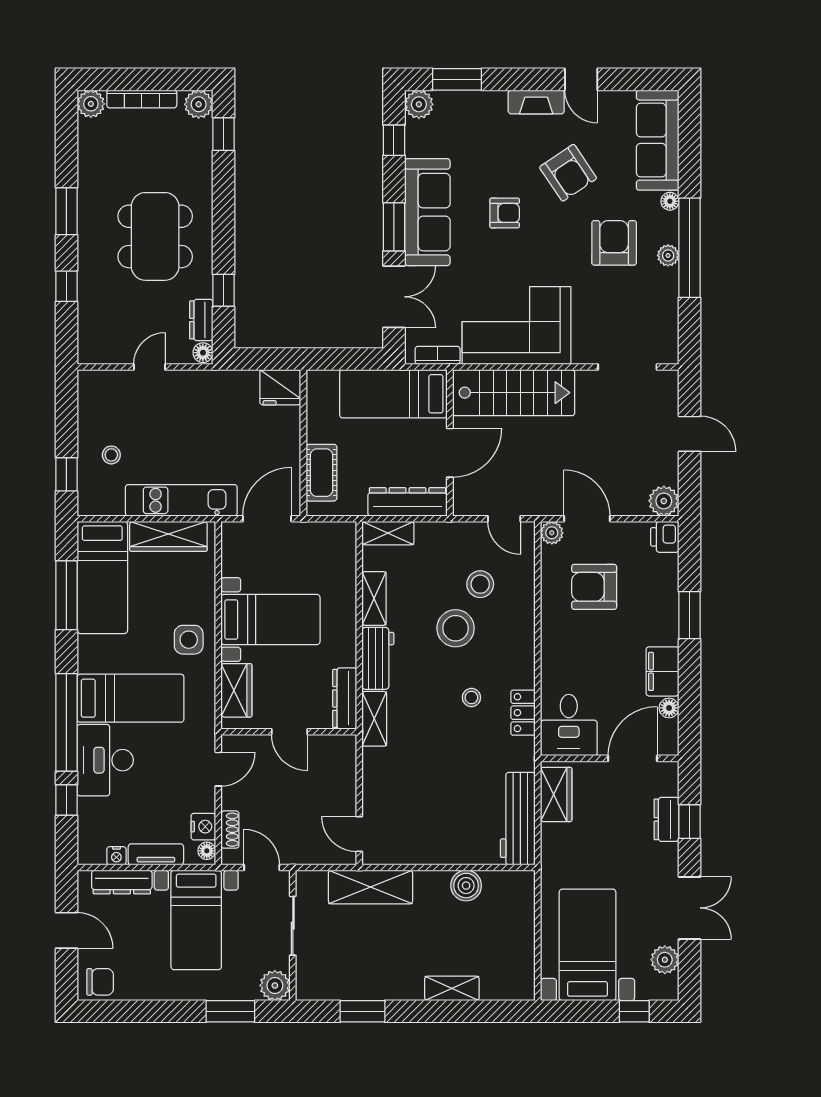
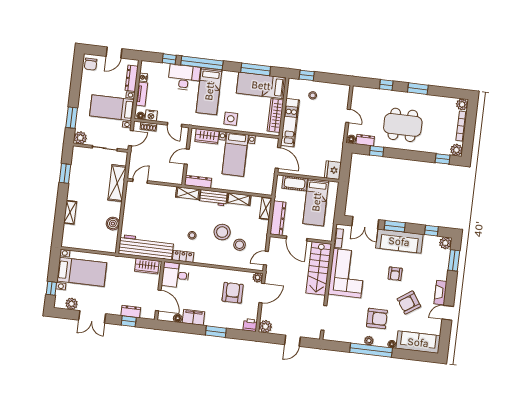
bed: (393, 394) -> (316, 202), moved, turned 180
workbench: (518, 819) -> (146, 247), width x1.36, depth x1.32

